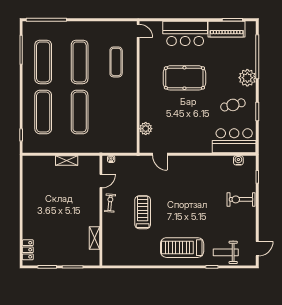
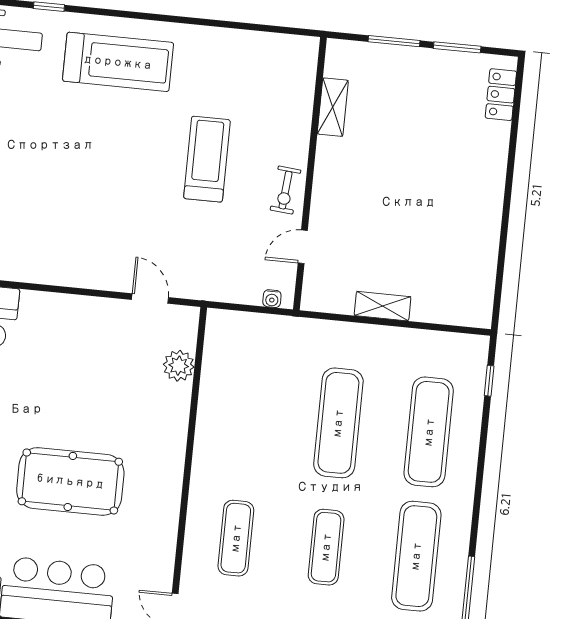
exercise mat: (80, 62) -> (326, 547), width x0.73, depth x0.69
treadmill: (143, 212) -> (207, 159), turned 180

